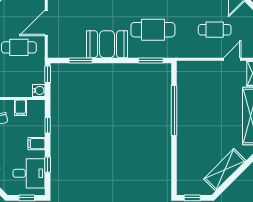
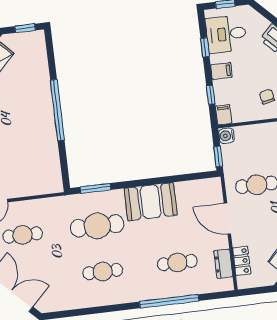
door: (46, 23) -> (227, 219), swing flipped
window: (81, 61) -> (180, 178), removed
filing cabinet: (20, 108) -> (224, 115), moved
window: (174, 110) -> (57, 110), moved

